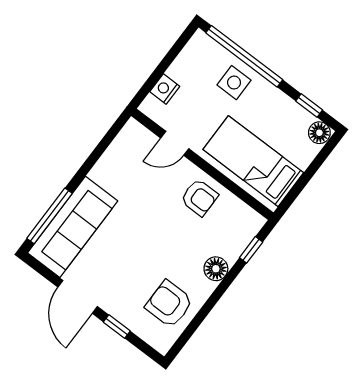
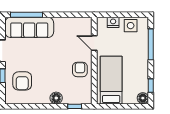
window: (244, 56) -> (151, 44), width x0.68
side table: (234, 83) -> (131, 26), moved
armchair: (199, 197) -> (80, 69), turned 180
armchair: (169, 304) -> (22, 81), moved, turned 180

